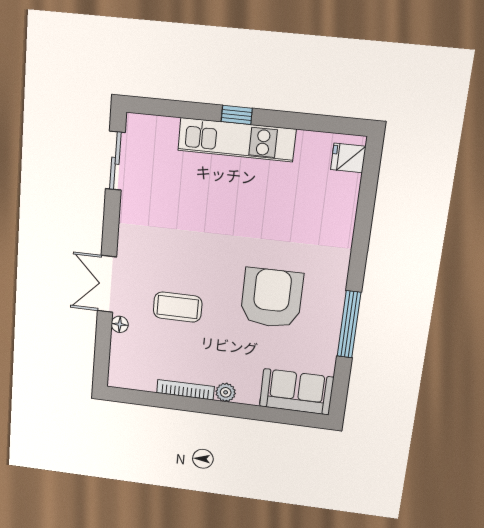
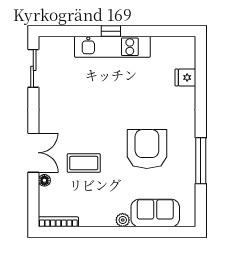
fridge: (348, 158) -> (185, 77), moved
double door: (107, 284) -> (33, 153), swing flipped
bookcase: (185, 390) -> (58, 222), moved
sofa: (296, 392) -> (155, 213), moved

